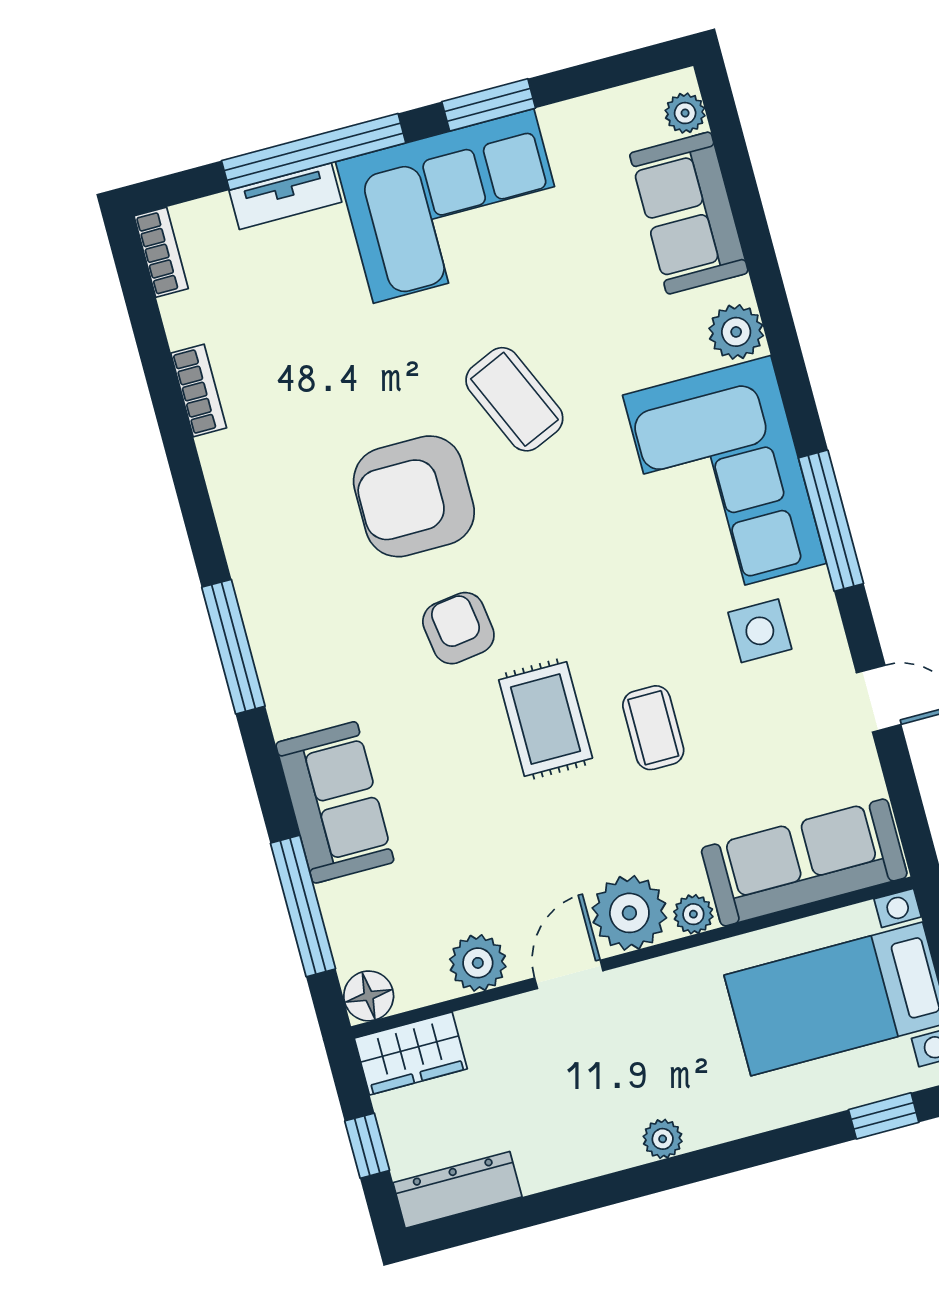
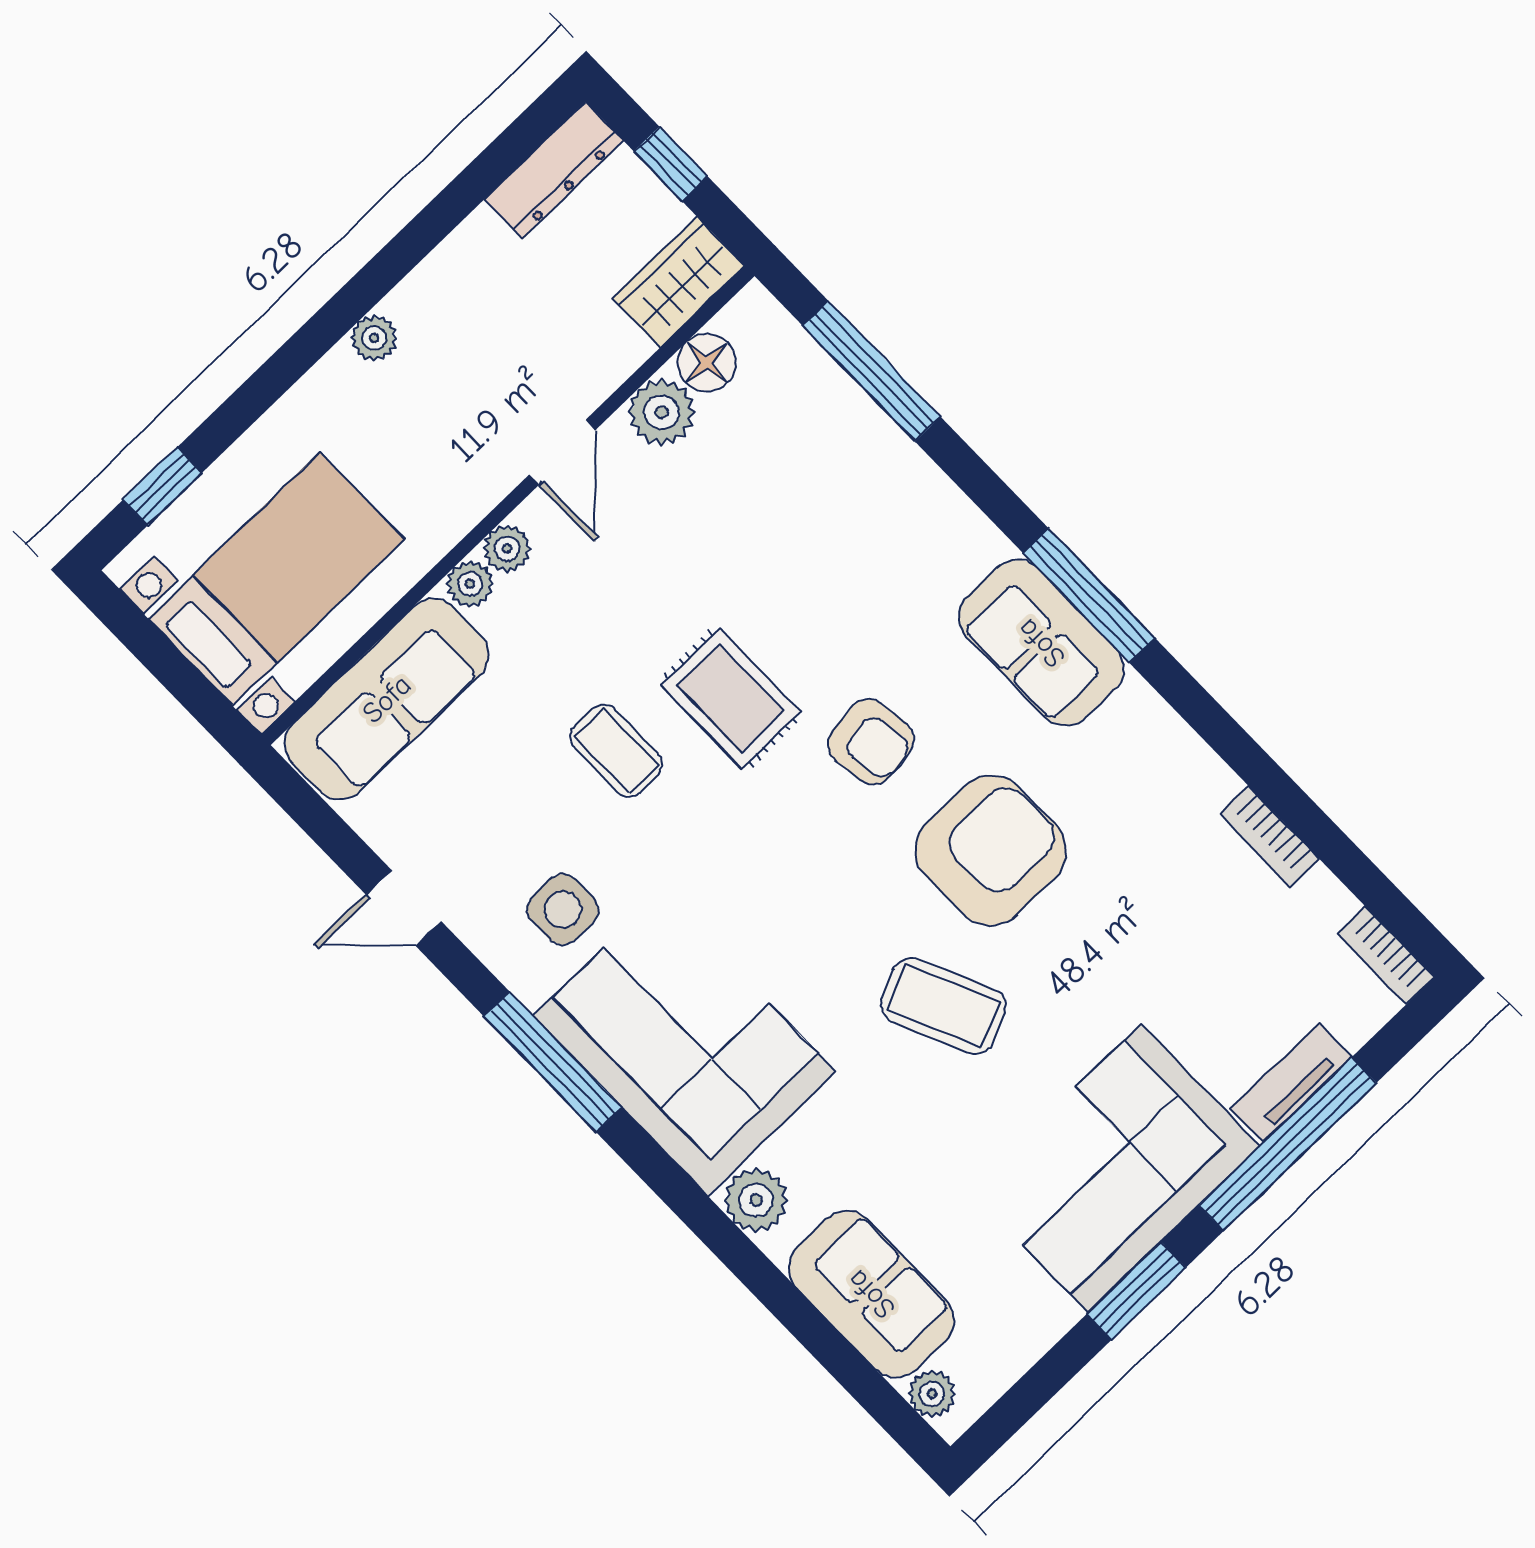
sofa: (335, 802) -> (1041, 643), moved
plant: (629, 913) -> (507, 548), width x0.53, depth x0.53
floor lamp: (369, 996) -> (707, 363), moved

